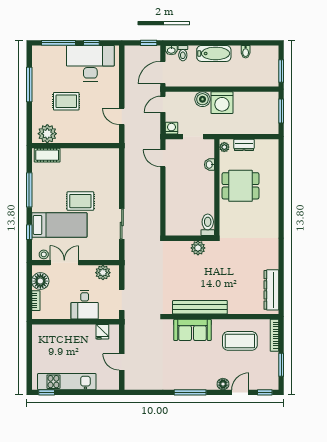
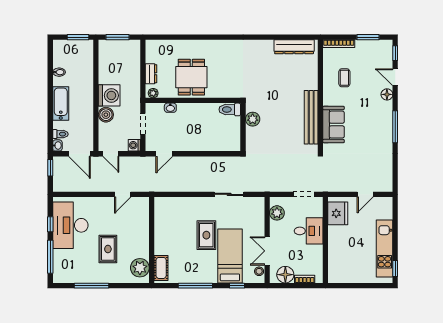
fridge: (102, 332) -> (338, 213), width x1.88, depth x1.34
coffee table: (240, 341) -> (344, 78), width x0.54, depth x0.58

